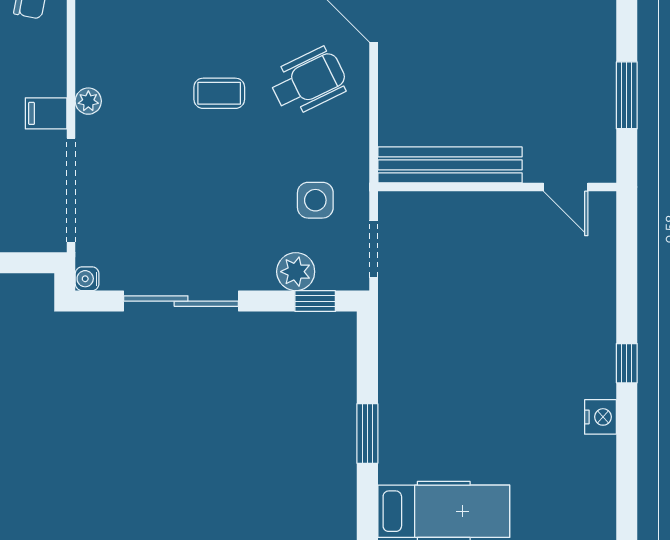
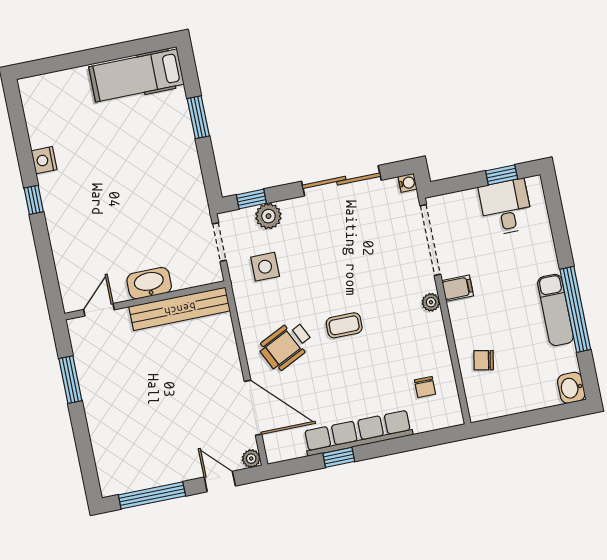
door: (566, 187) -> (99, 310), hinge flipped
washbasin: (486, 210) -> (149, 283), added

